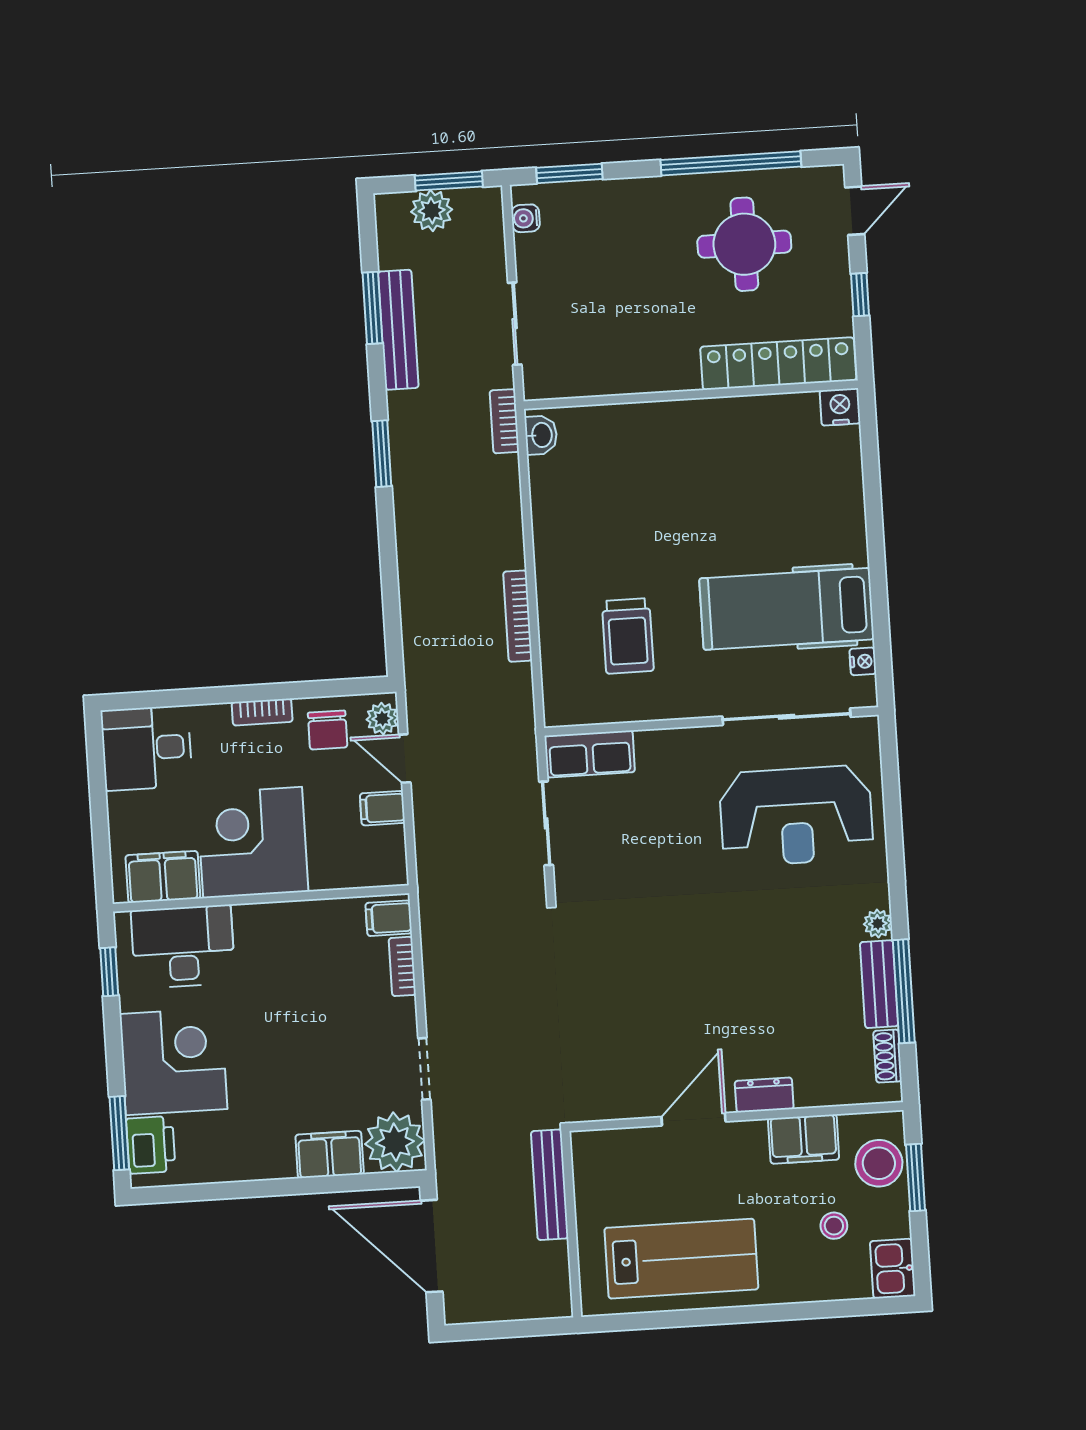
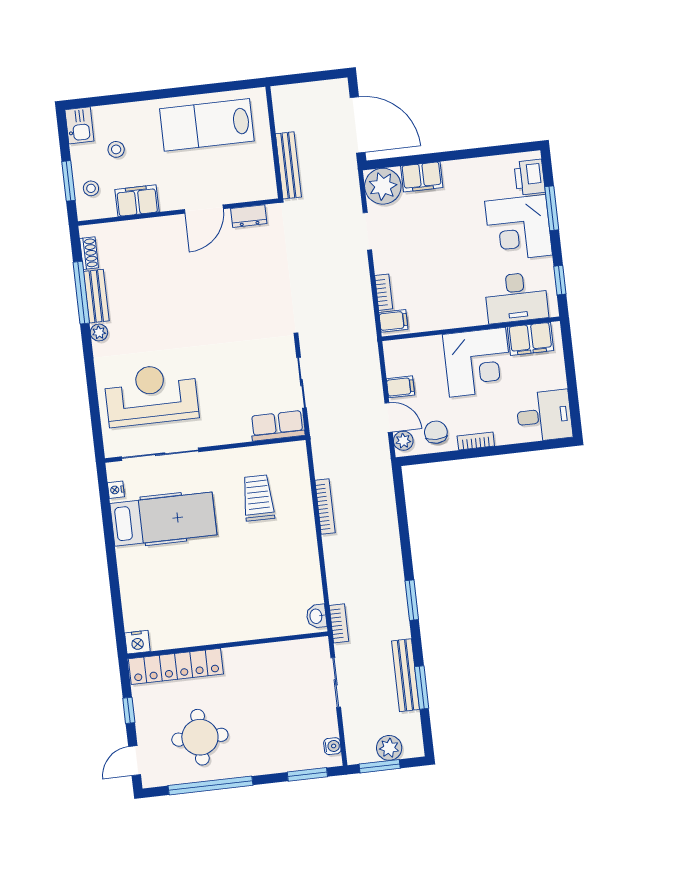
dresser: (764, 1095) -> (249, 216), moved
window: (119, 1133) -> (552, 208), moved
stool: (879, 1163) -> (91, 188), width x0.53, depth x0.53

